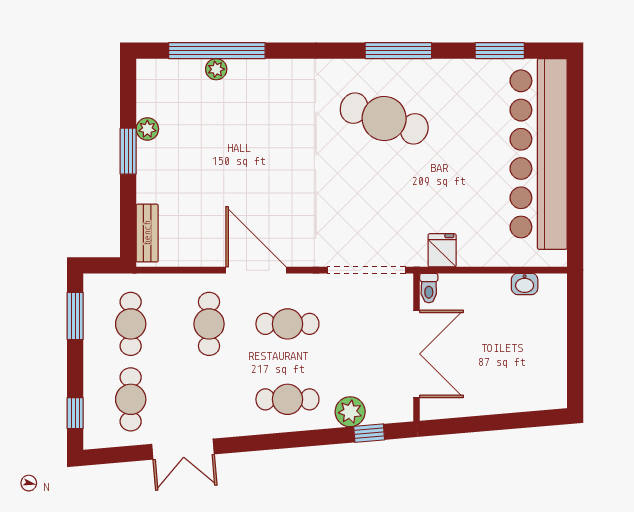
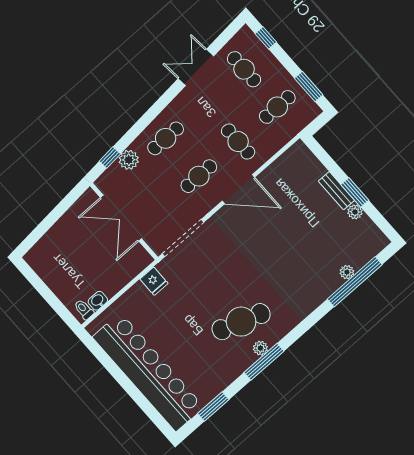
plant: (389, 70) -> (260, 348), added
bench: (147, 233) -> (336, 191), moved
toilet: (429, 288) -> (84, 309), moved
cafe table: (131, 324) -> (277, 107), turned 90

